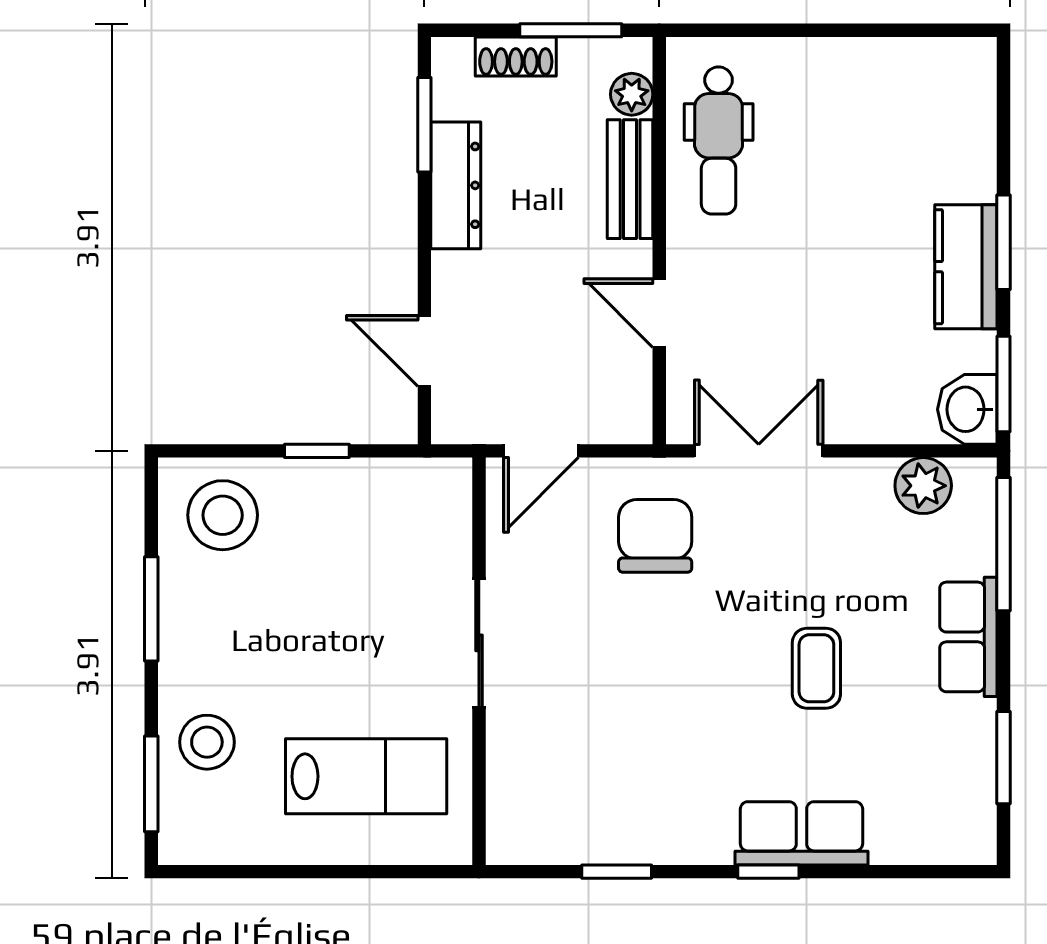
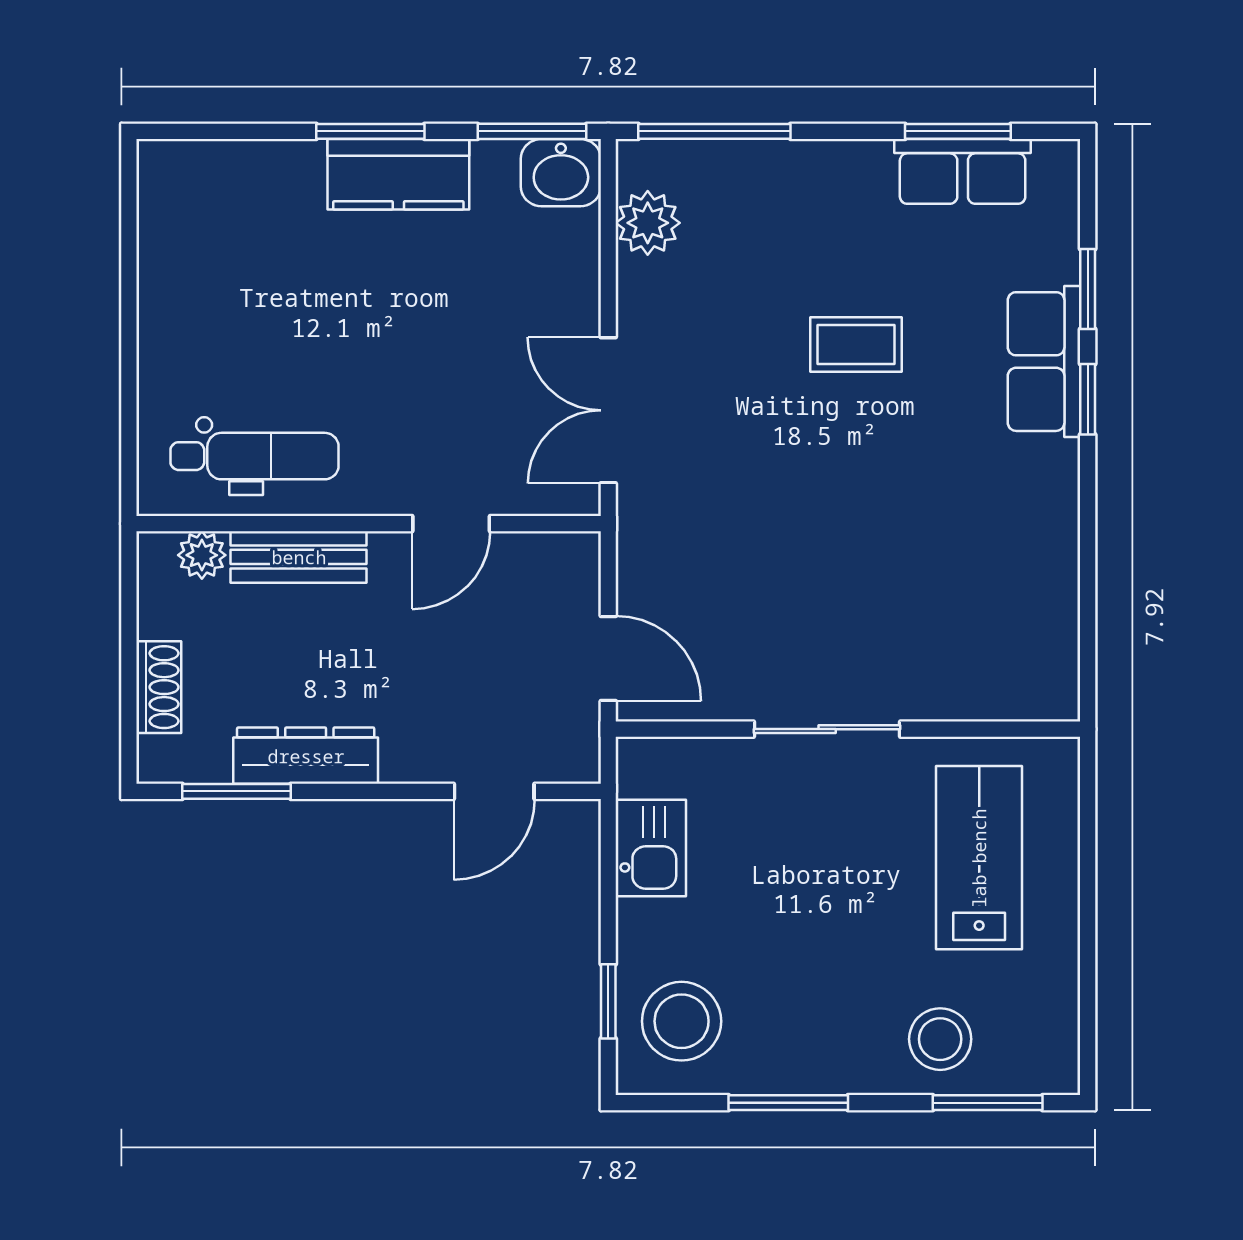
window: (571, 30) -> (129, 625), removed
window: (317, 451) -> (608, 1001), moved
kitchen sink: (375, 488) -> (651, 848), added
chair: (655, 536) -> (705, 528), removed
row of seats: (968, 637) -> (963, 171), moved
window: (617, 872) -> (1088, 289), moved

